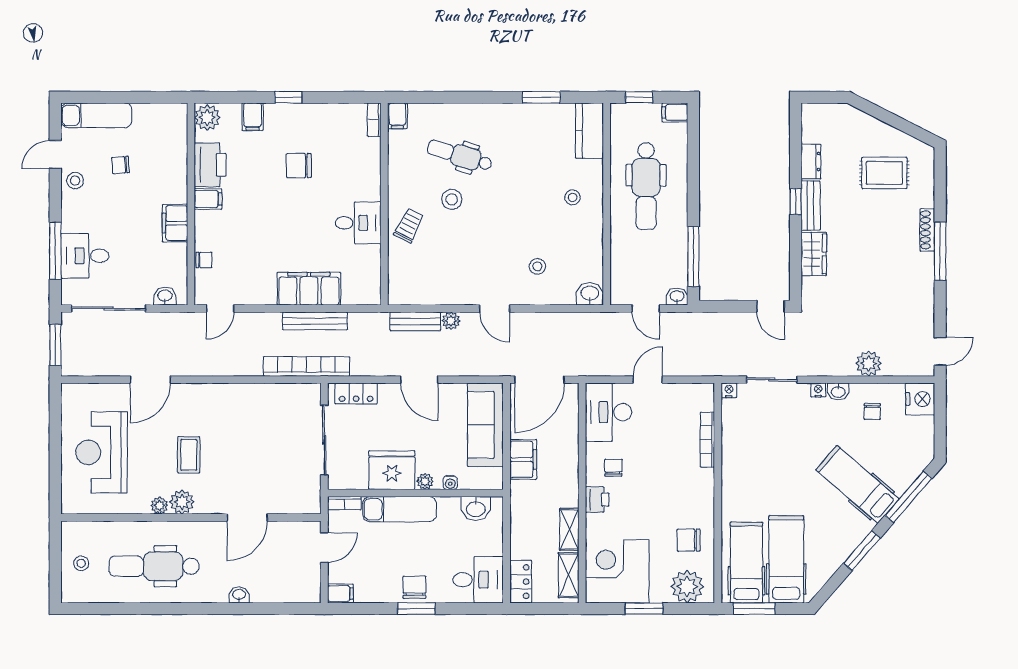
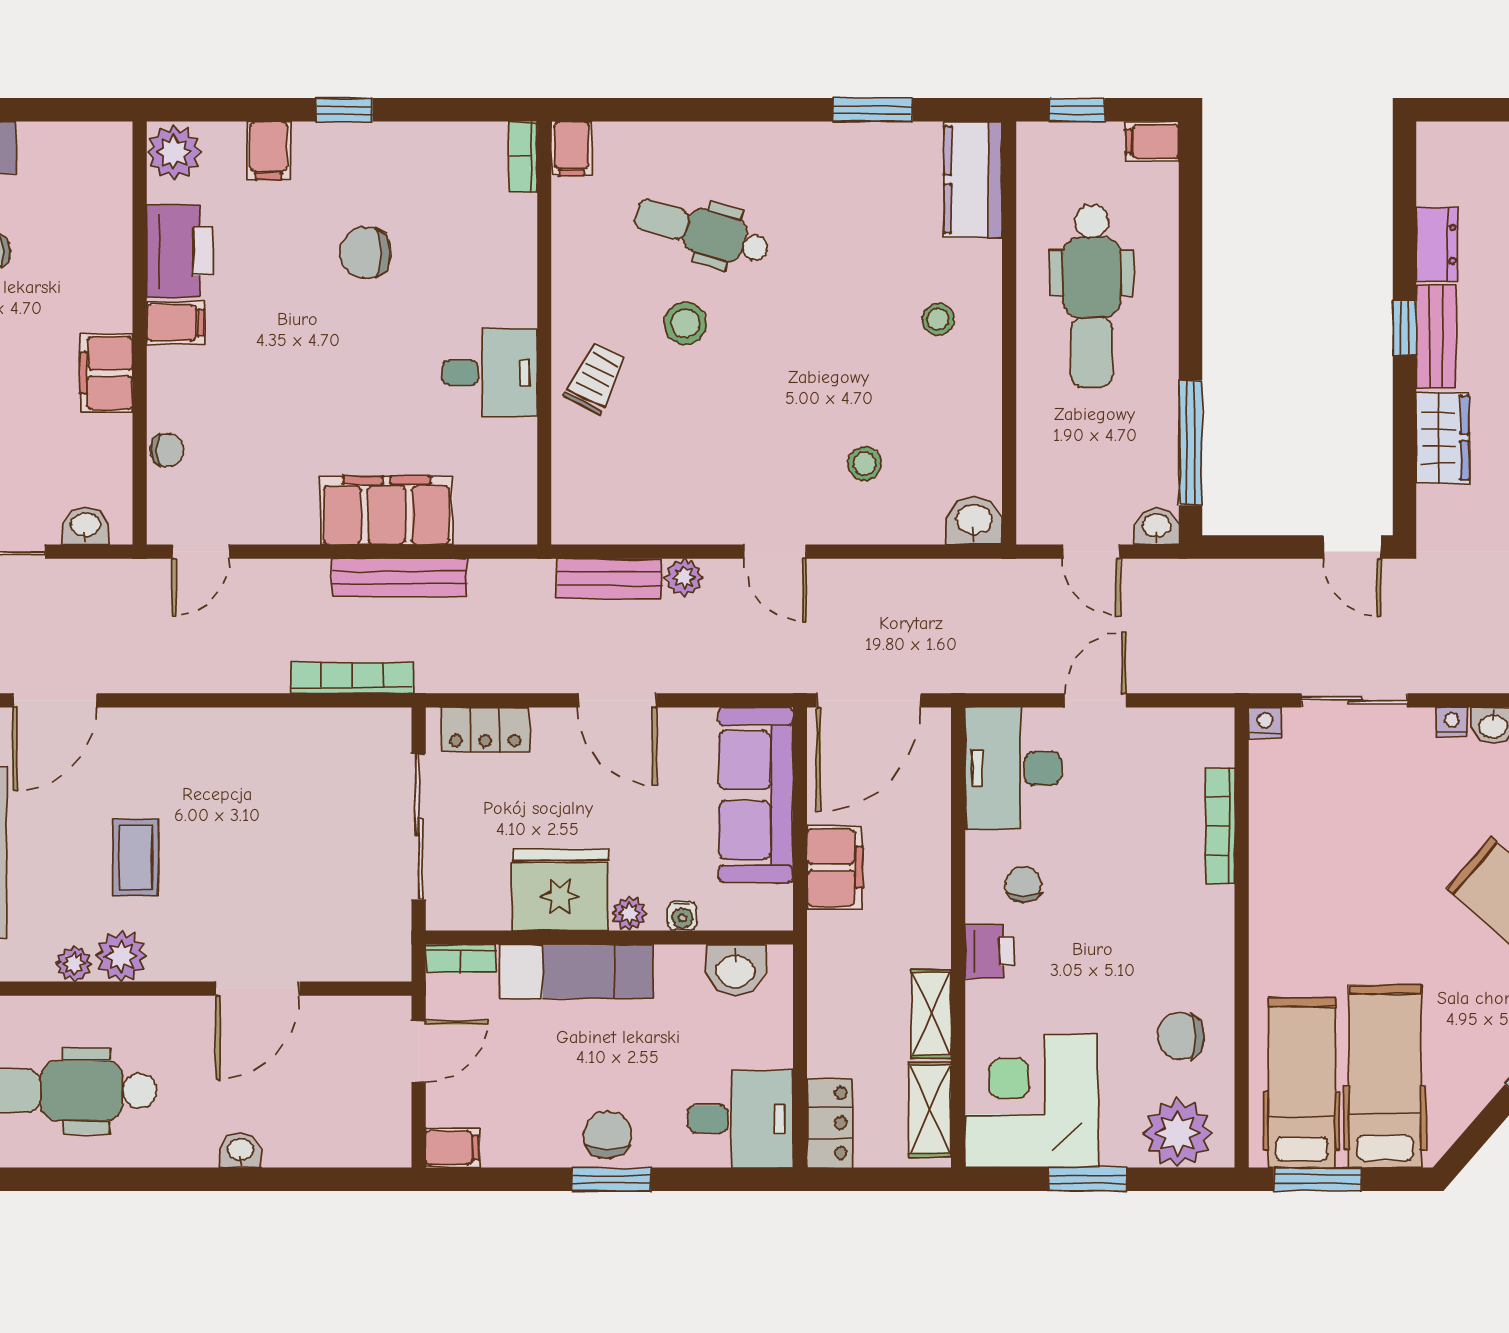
bookcase: (307, 366) -> (352, 678), width x0.68, depth x0.76

